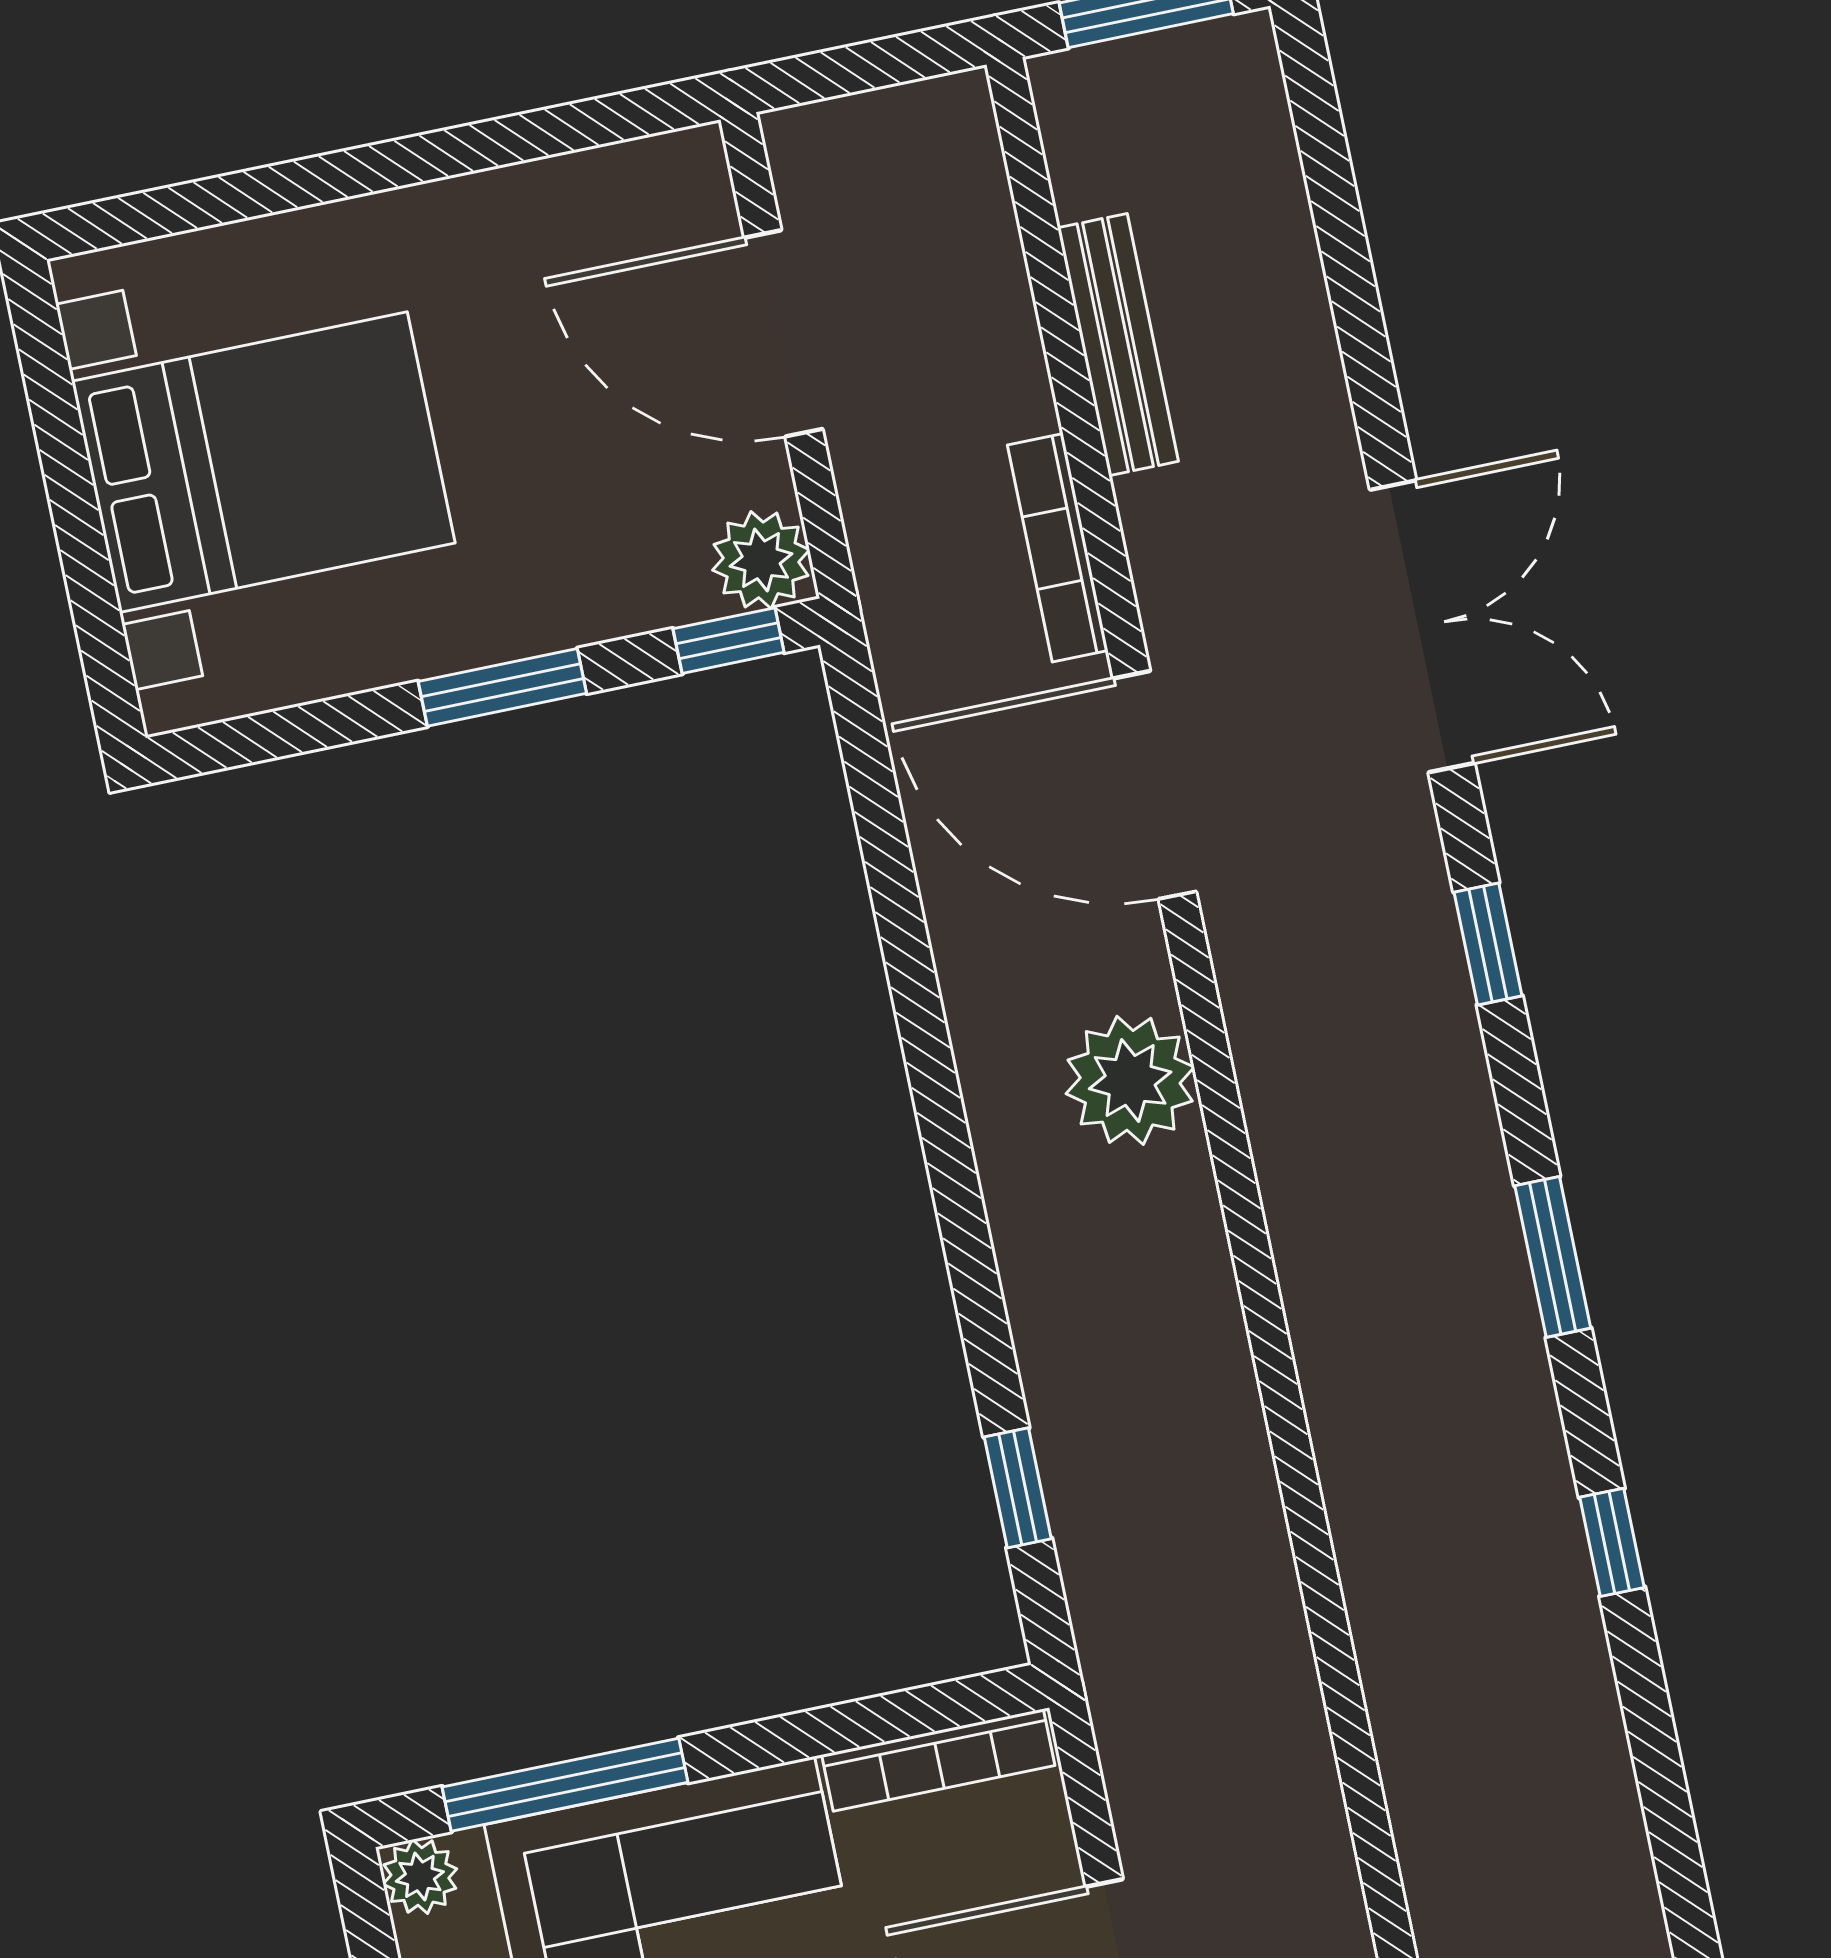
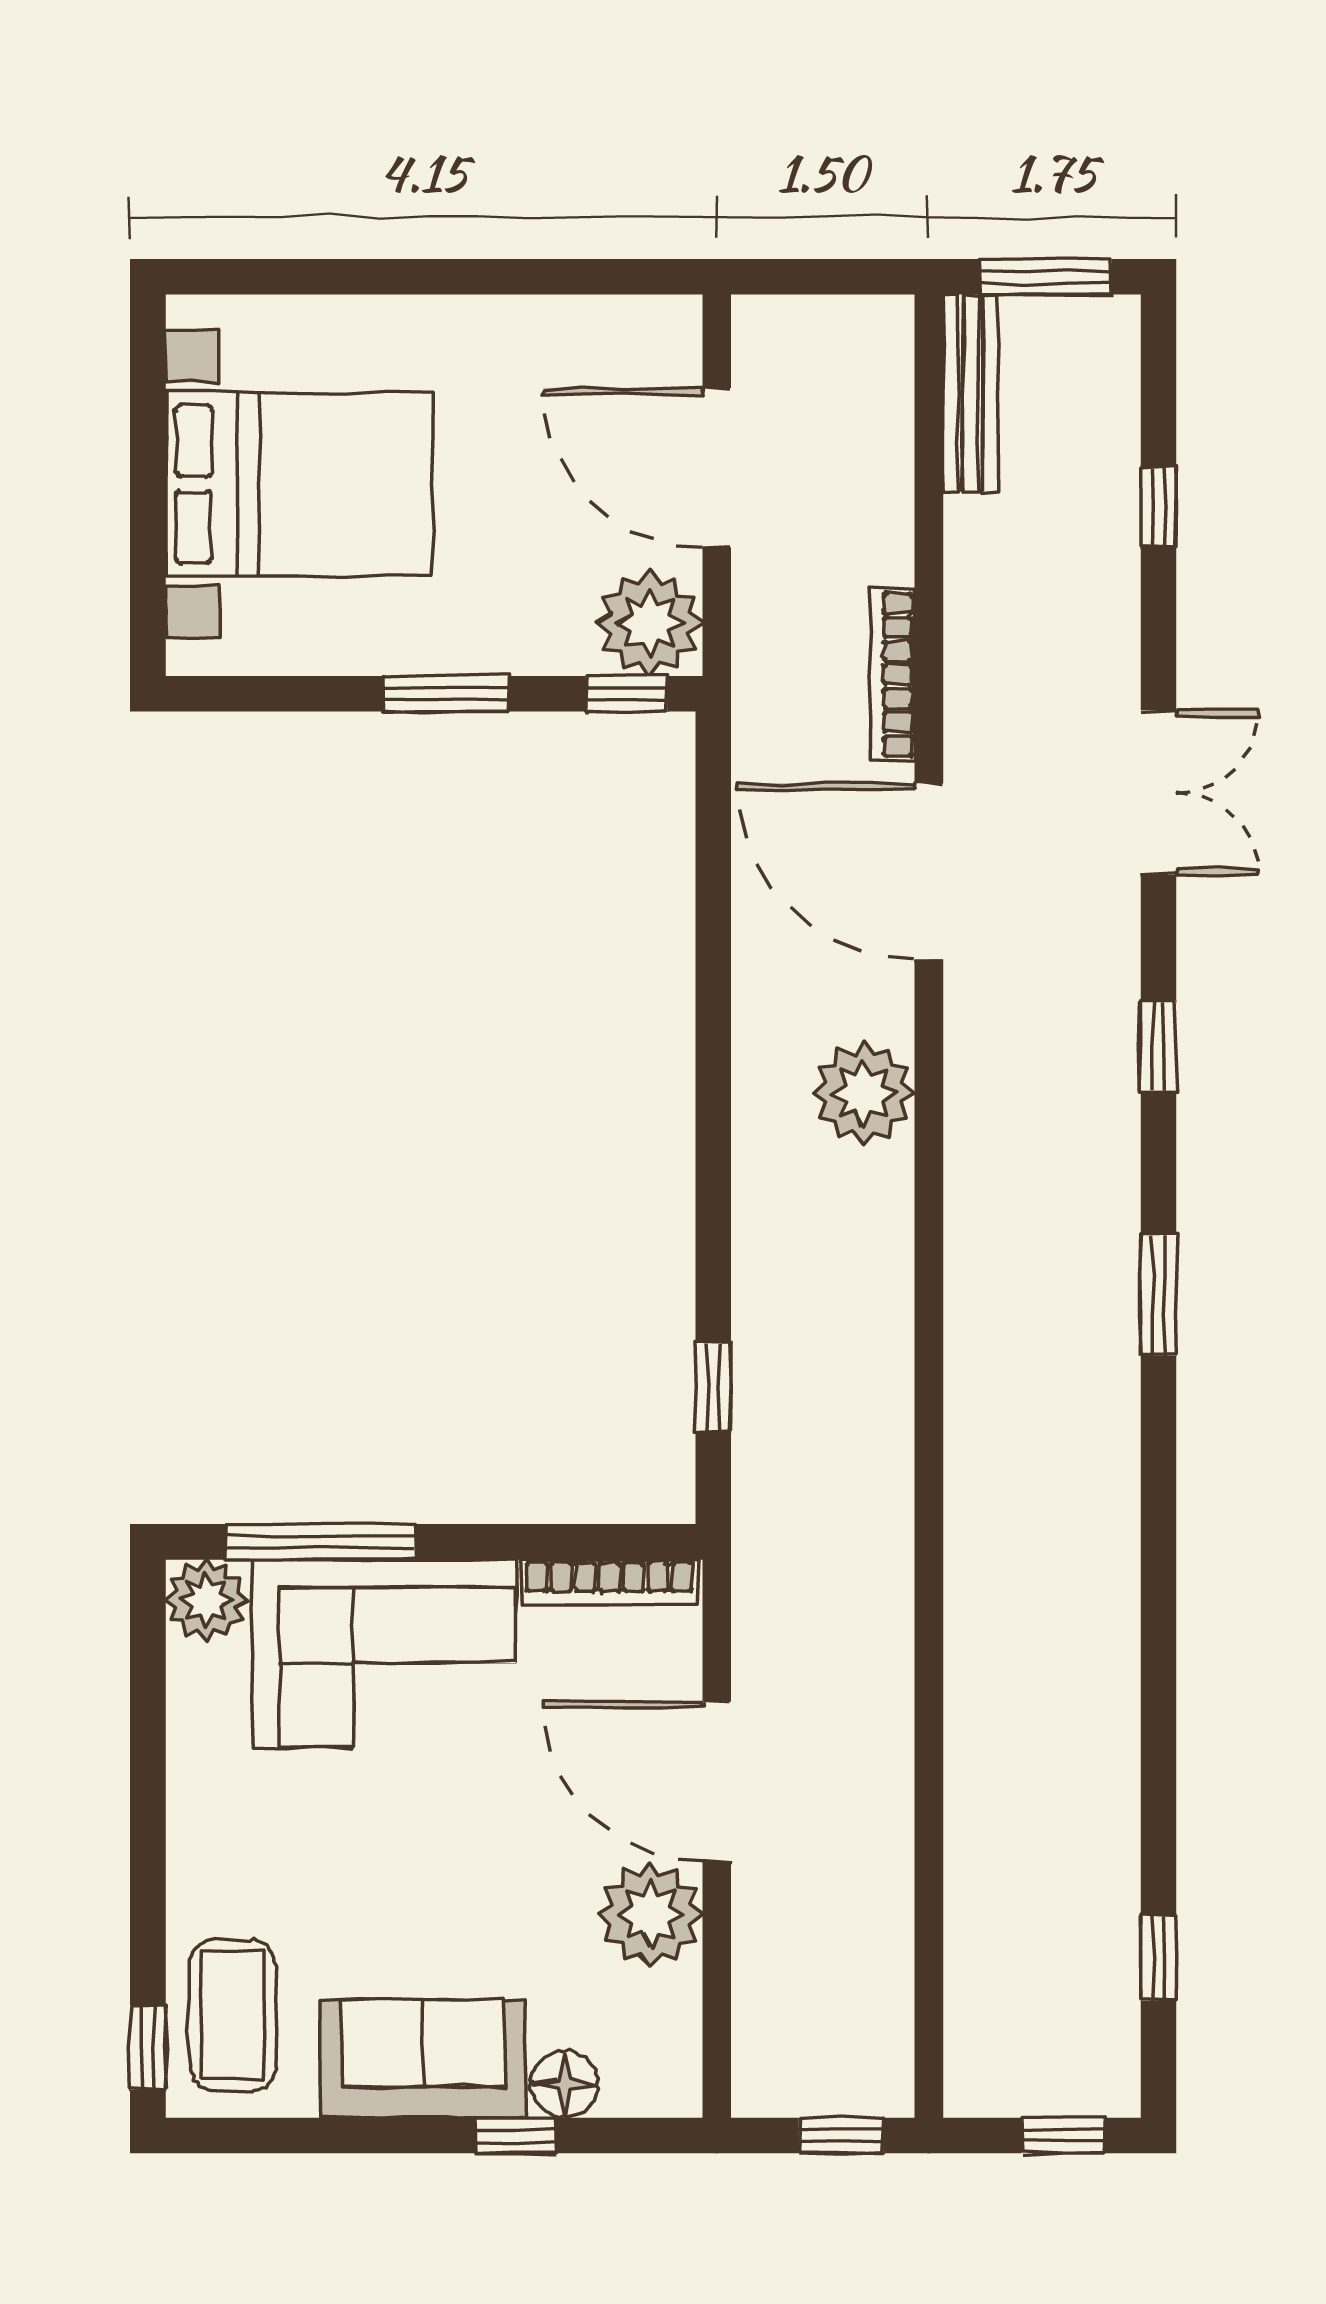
bench: (1118, 345) -> (971, 393), moved
plant: (761, 560) -> (650, 623), width x1.36, depth x1.36
double door: (1422, 626) -> (1159, 793), width x0.73
window: (1612, 1542) -> (1159, 507), moved
plant: (420, 1876) -> (206, 1600), width x1.38, depth x1.38

